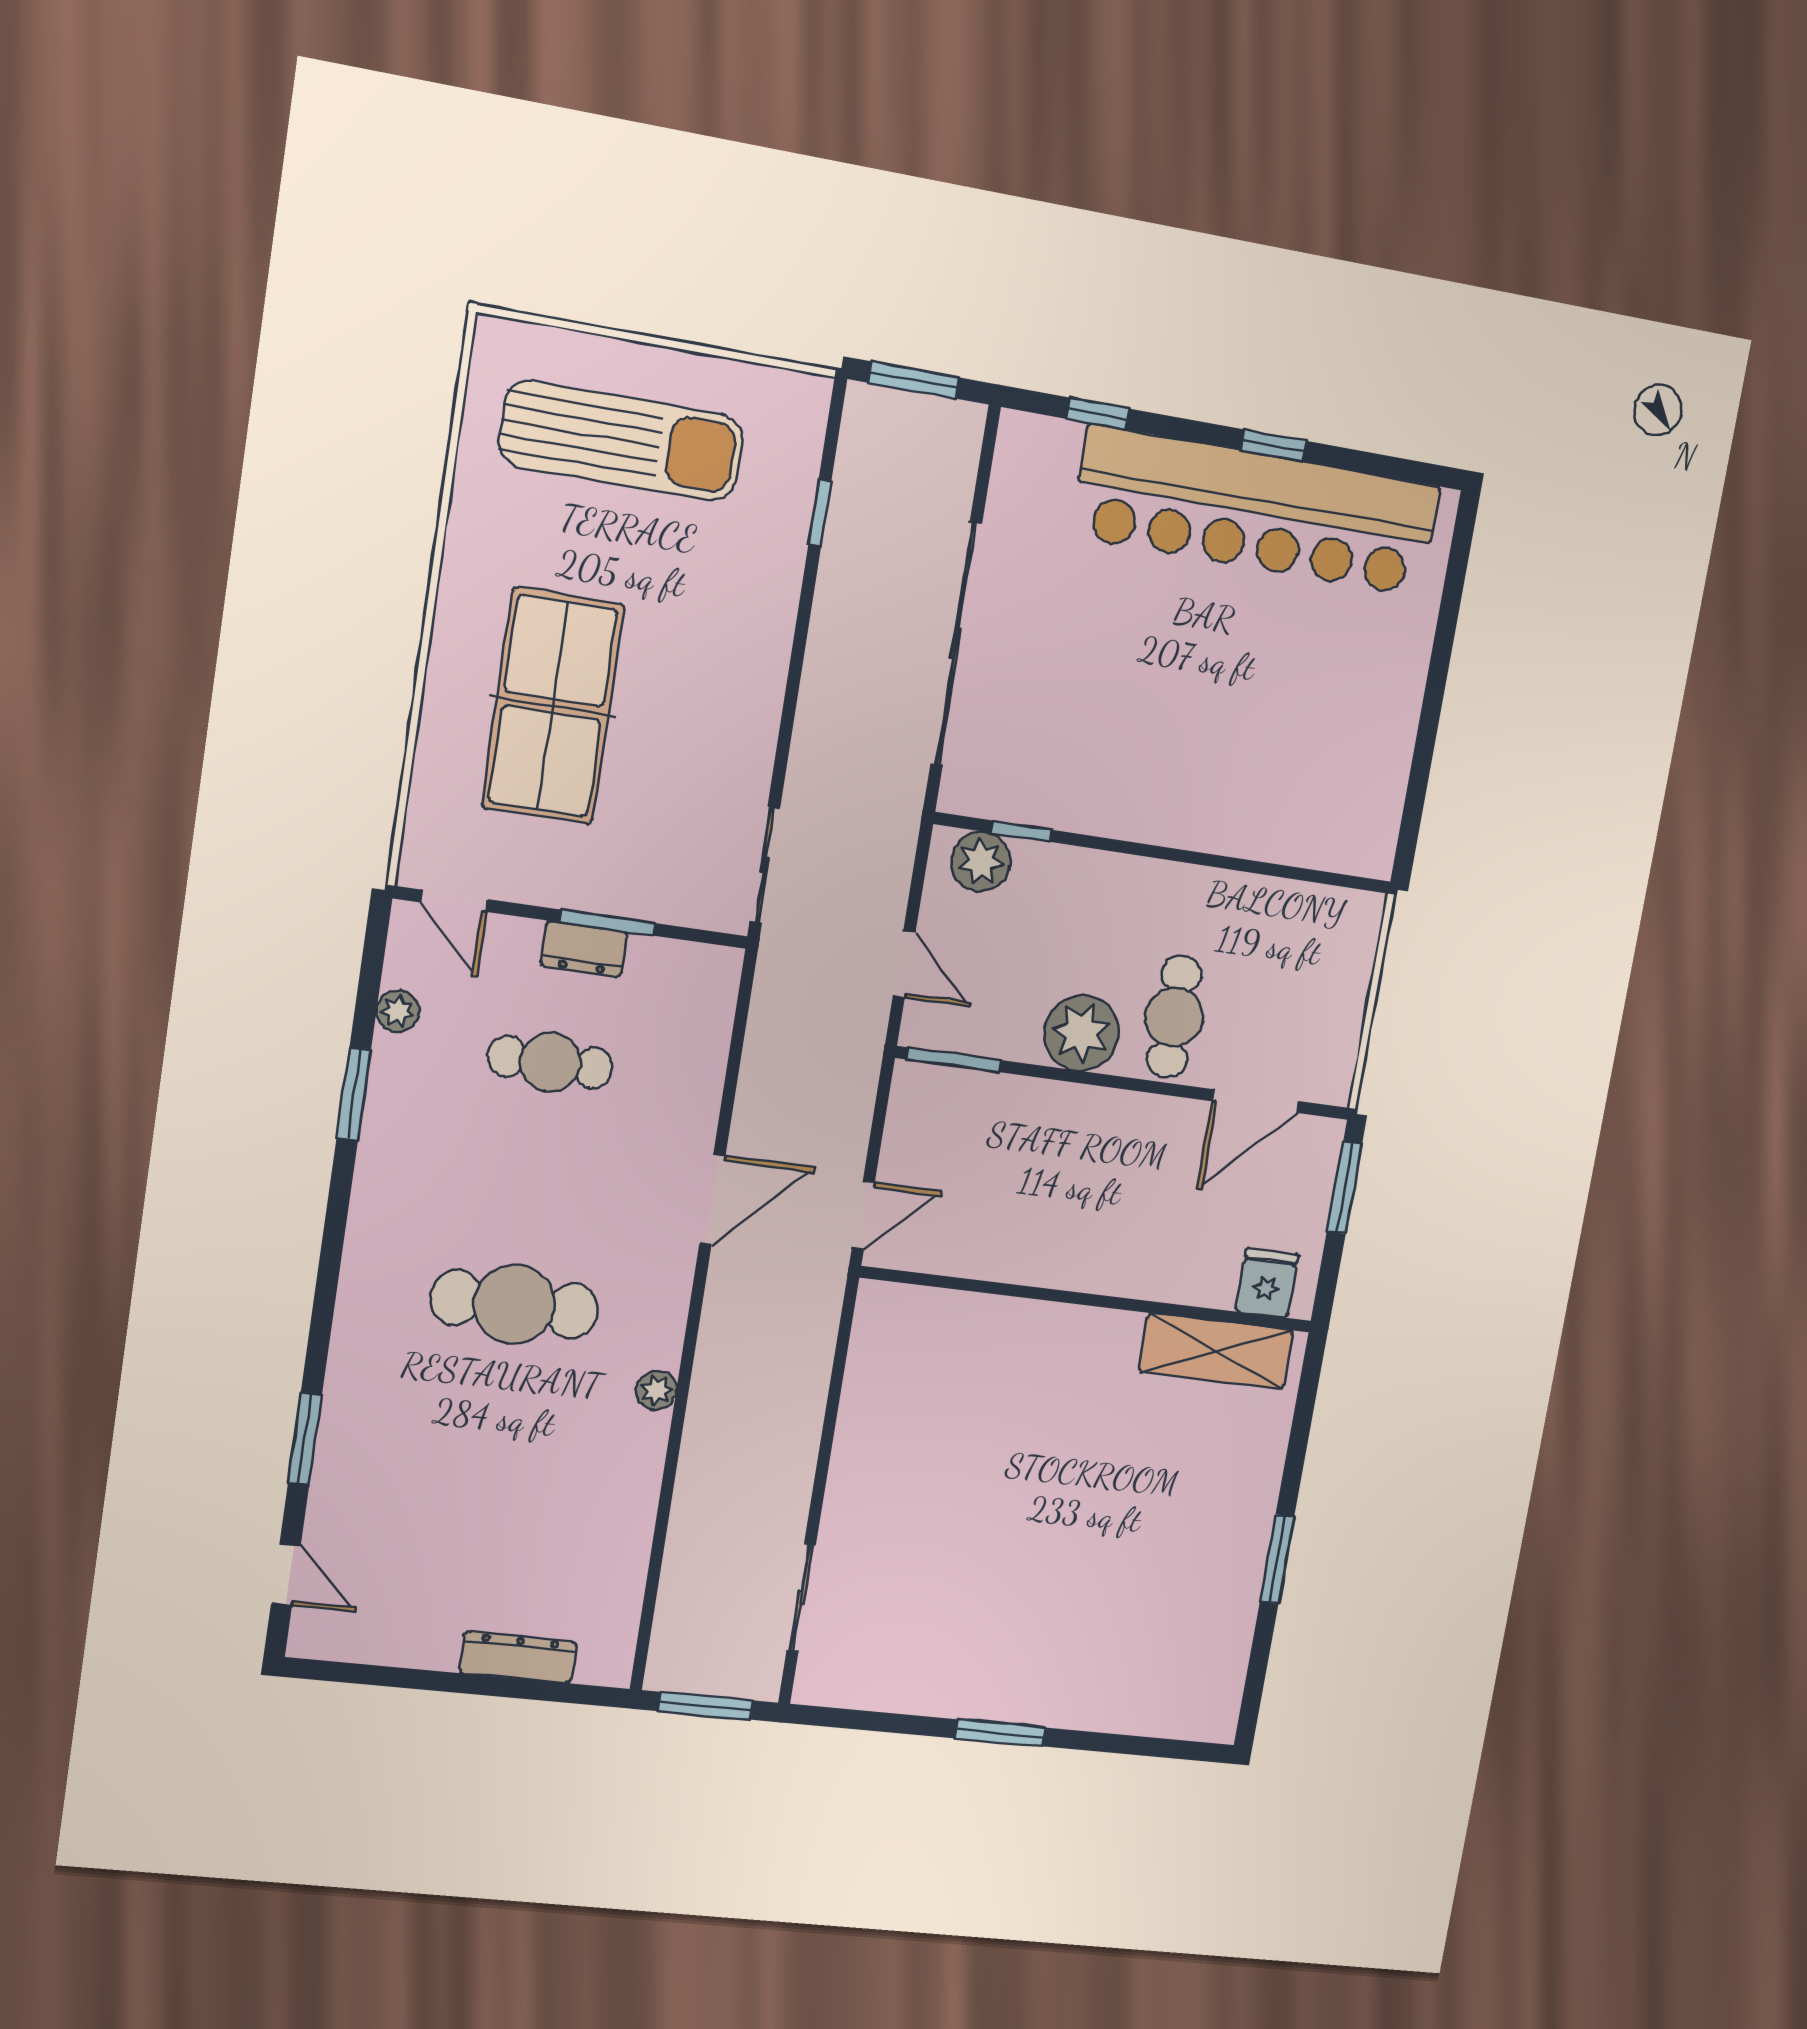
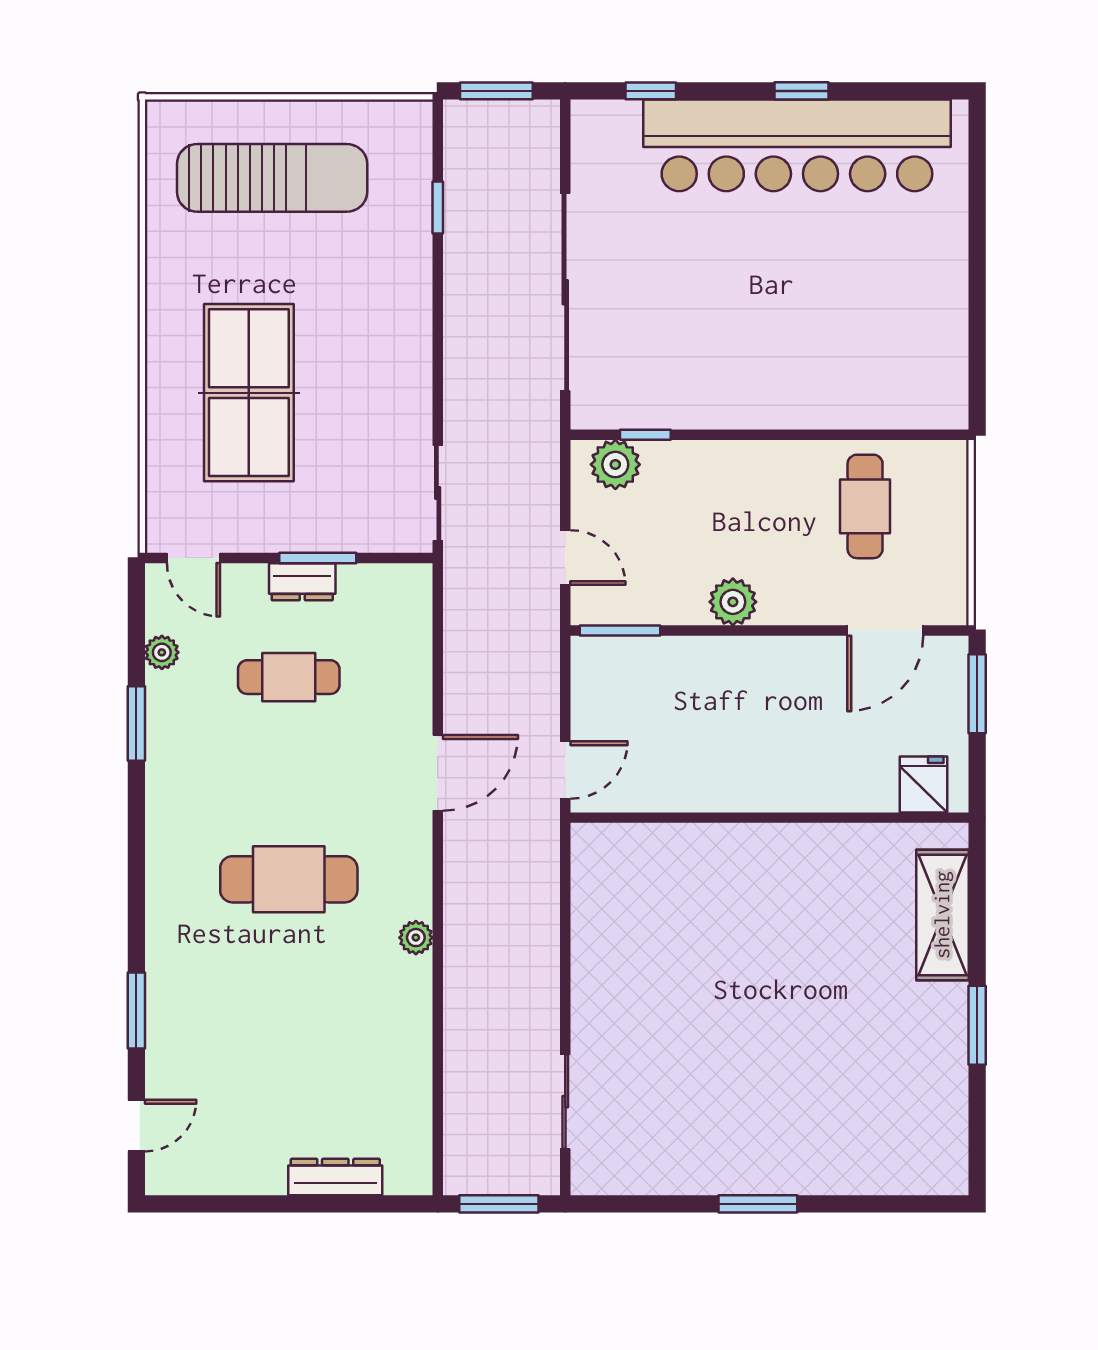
cafe table: (1174, 1017) -> (865, 506), moved
plant: (1082, 1033) -> (733, 602), width x0.73, depth x0.73
shelving: (1216, 1351) -> (942, 915), moved, turned 90
door: (286, 1574) -> (136, 1126), hinge flipped

